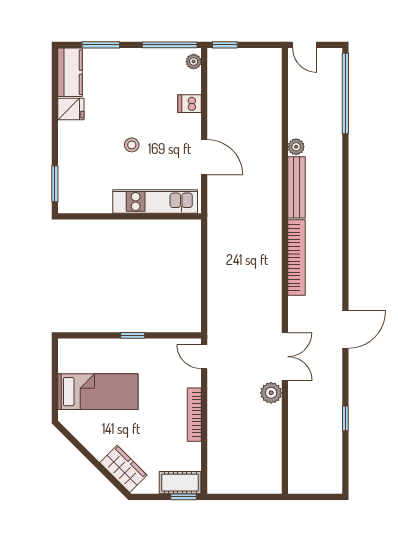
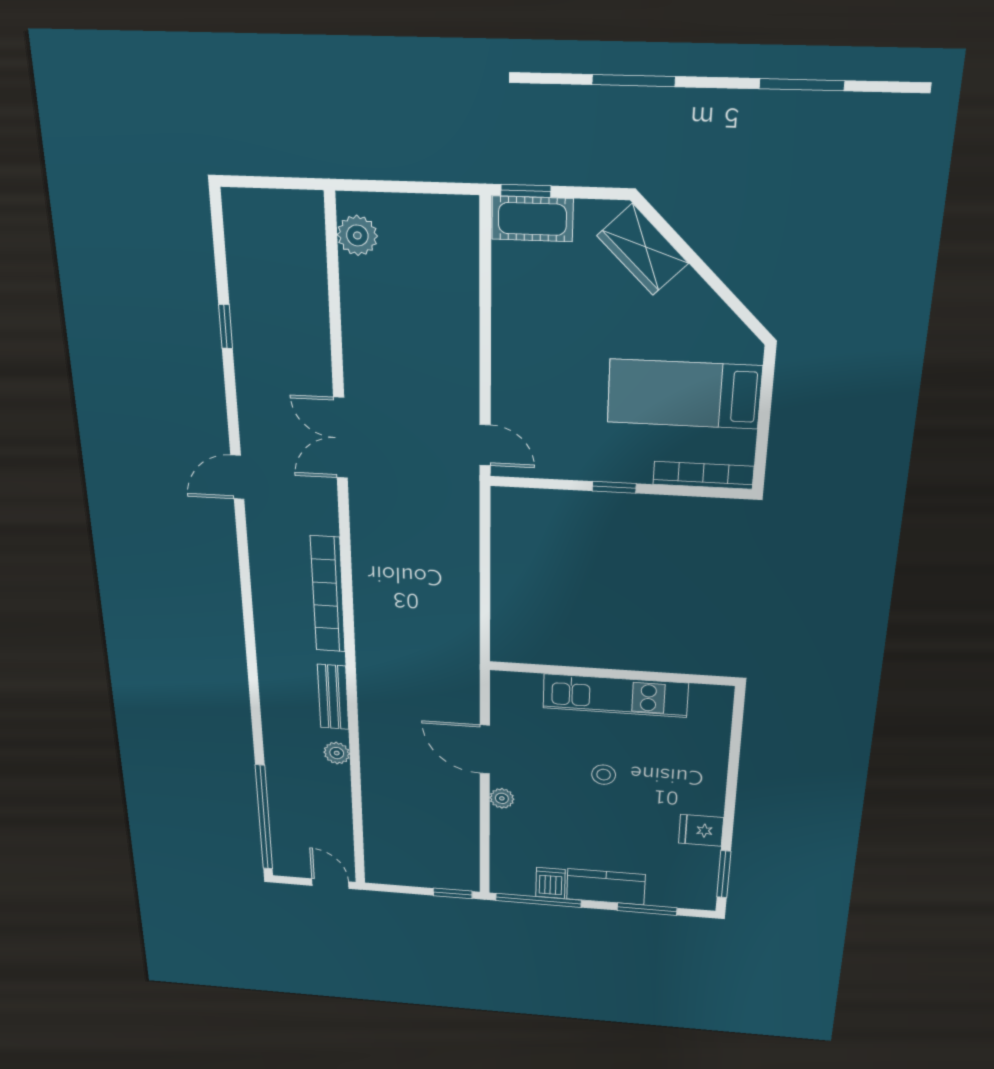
plant: (194, 62) -> (502, 798), moved
kitchen counter: (70, 72) -> (606, 887), moved, turned 90
dishwasher: (190, 104) -> (551, 883), moved, turned -90
window: (55, 184) -> (724, 874), moved
bench: (297, 187) -> (333, 697), width x0.73
kitchen unit: (155, 201) -> (615, 696), moved
door: (345, 329) -> (237, 477), width x0.73
plant: (271, 393) -> (357, 235), moved
bookcase: (194, 415) -> (703, 475), moved, turned -90

